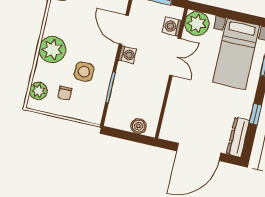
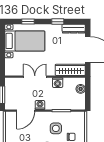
plant: (197, 23) -> (12, 68), removed
washing machine: (172, 26) -> (58, 83), moved
wardrobe: (173, 116) -> (70, 70), added

